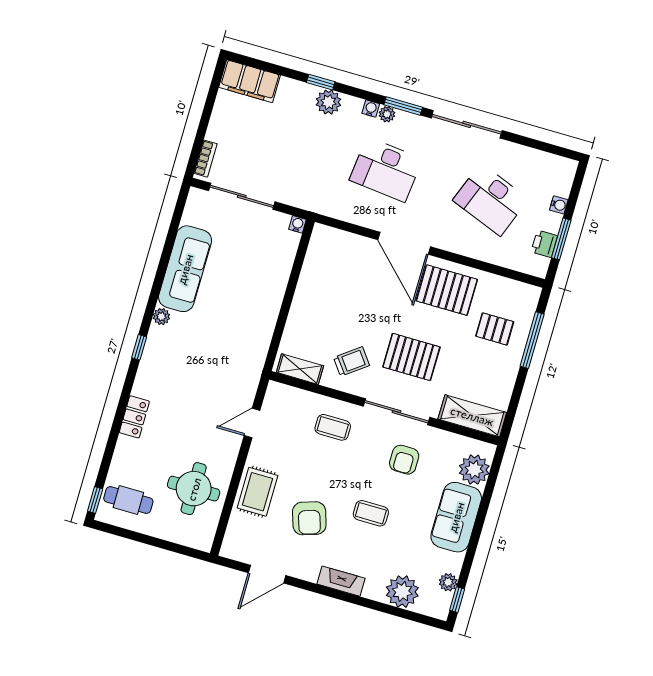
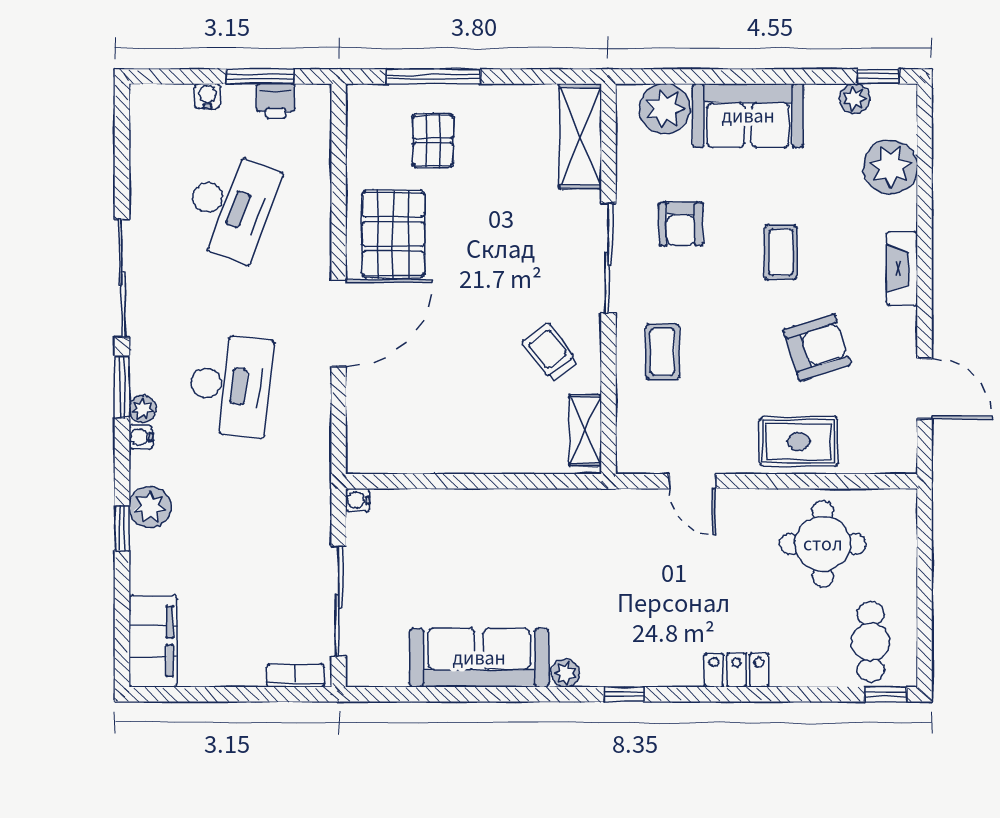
pallet: (411, 357) -> (515, 259), removed
armchair: (404, 460) -> (681, 224), turned 90

